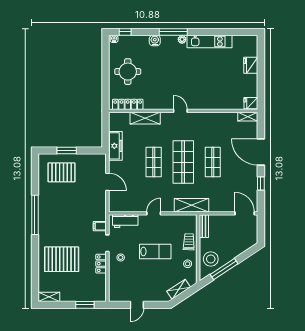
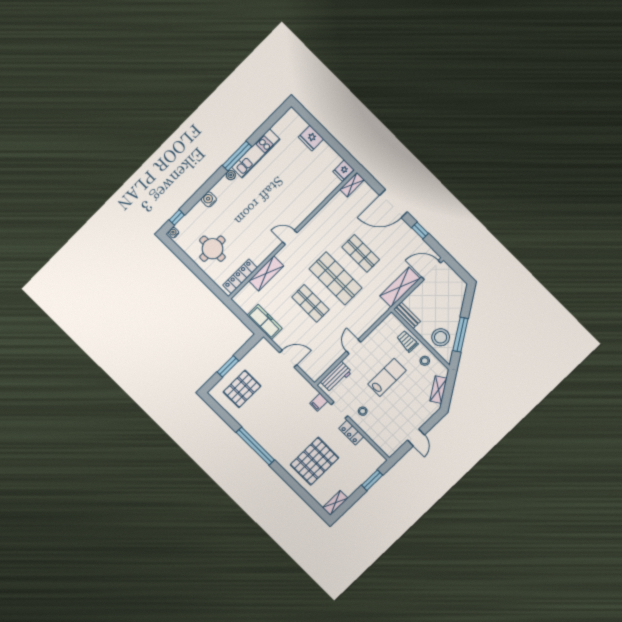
window: (173, 32) -> (237, 156), moved
shelving: (191, 205) -> (400, 287), moved

